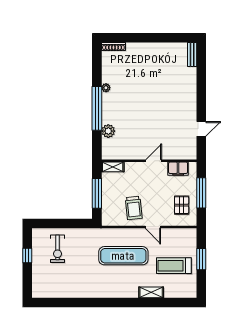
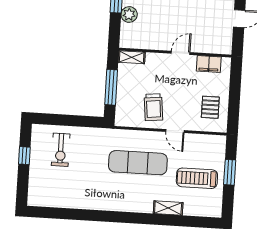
window: (201, 193) -> (235, 94), removed

